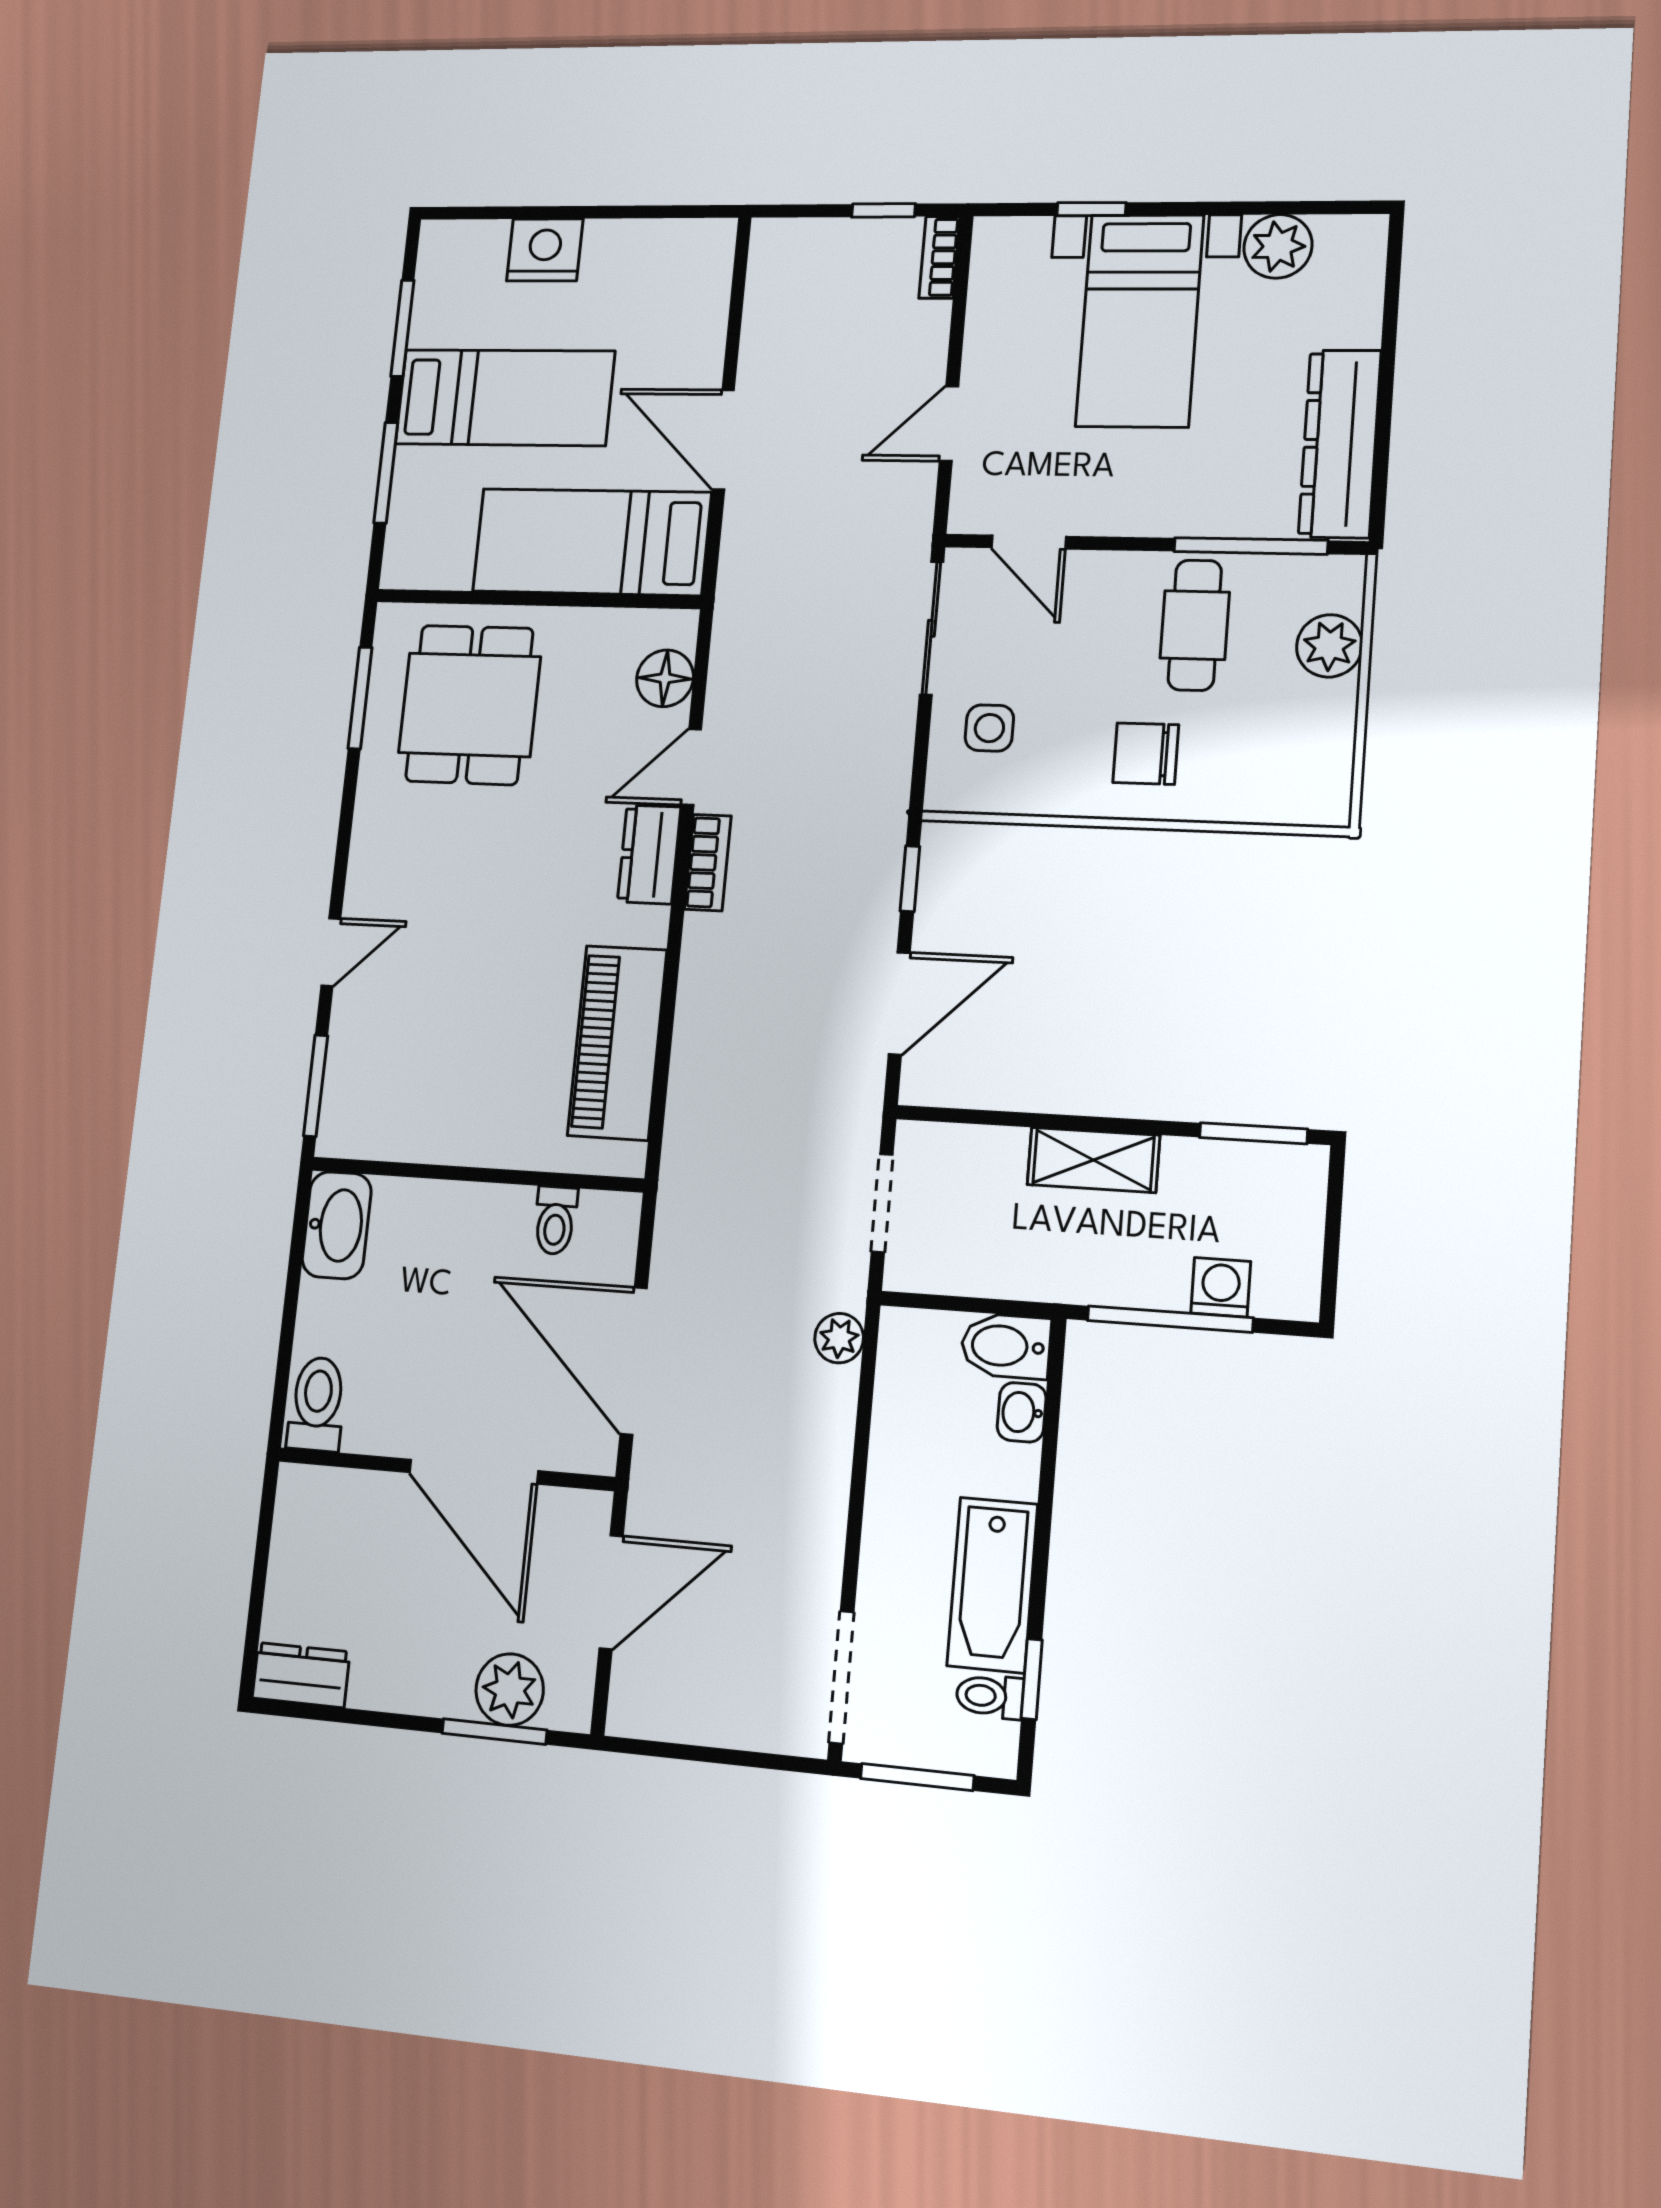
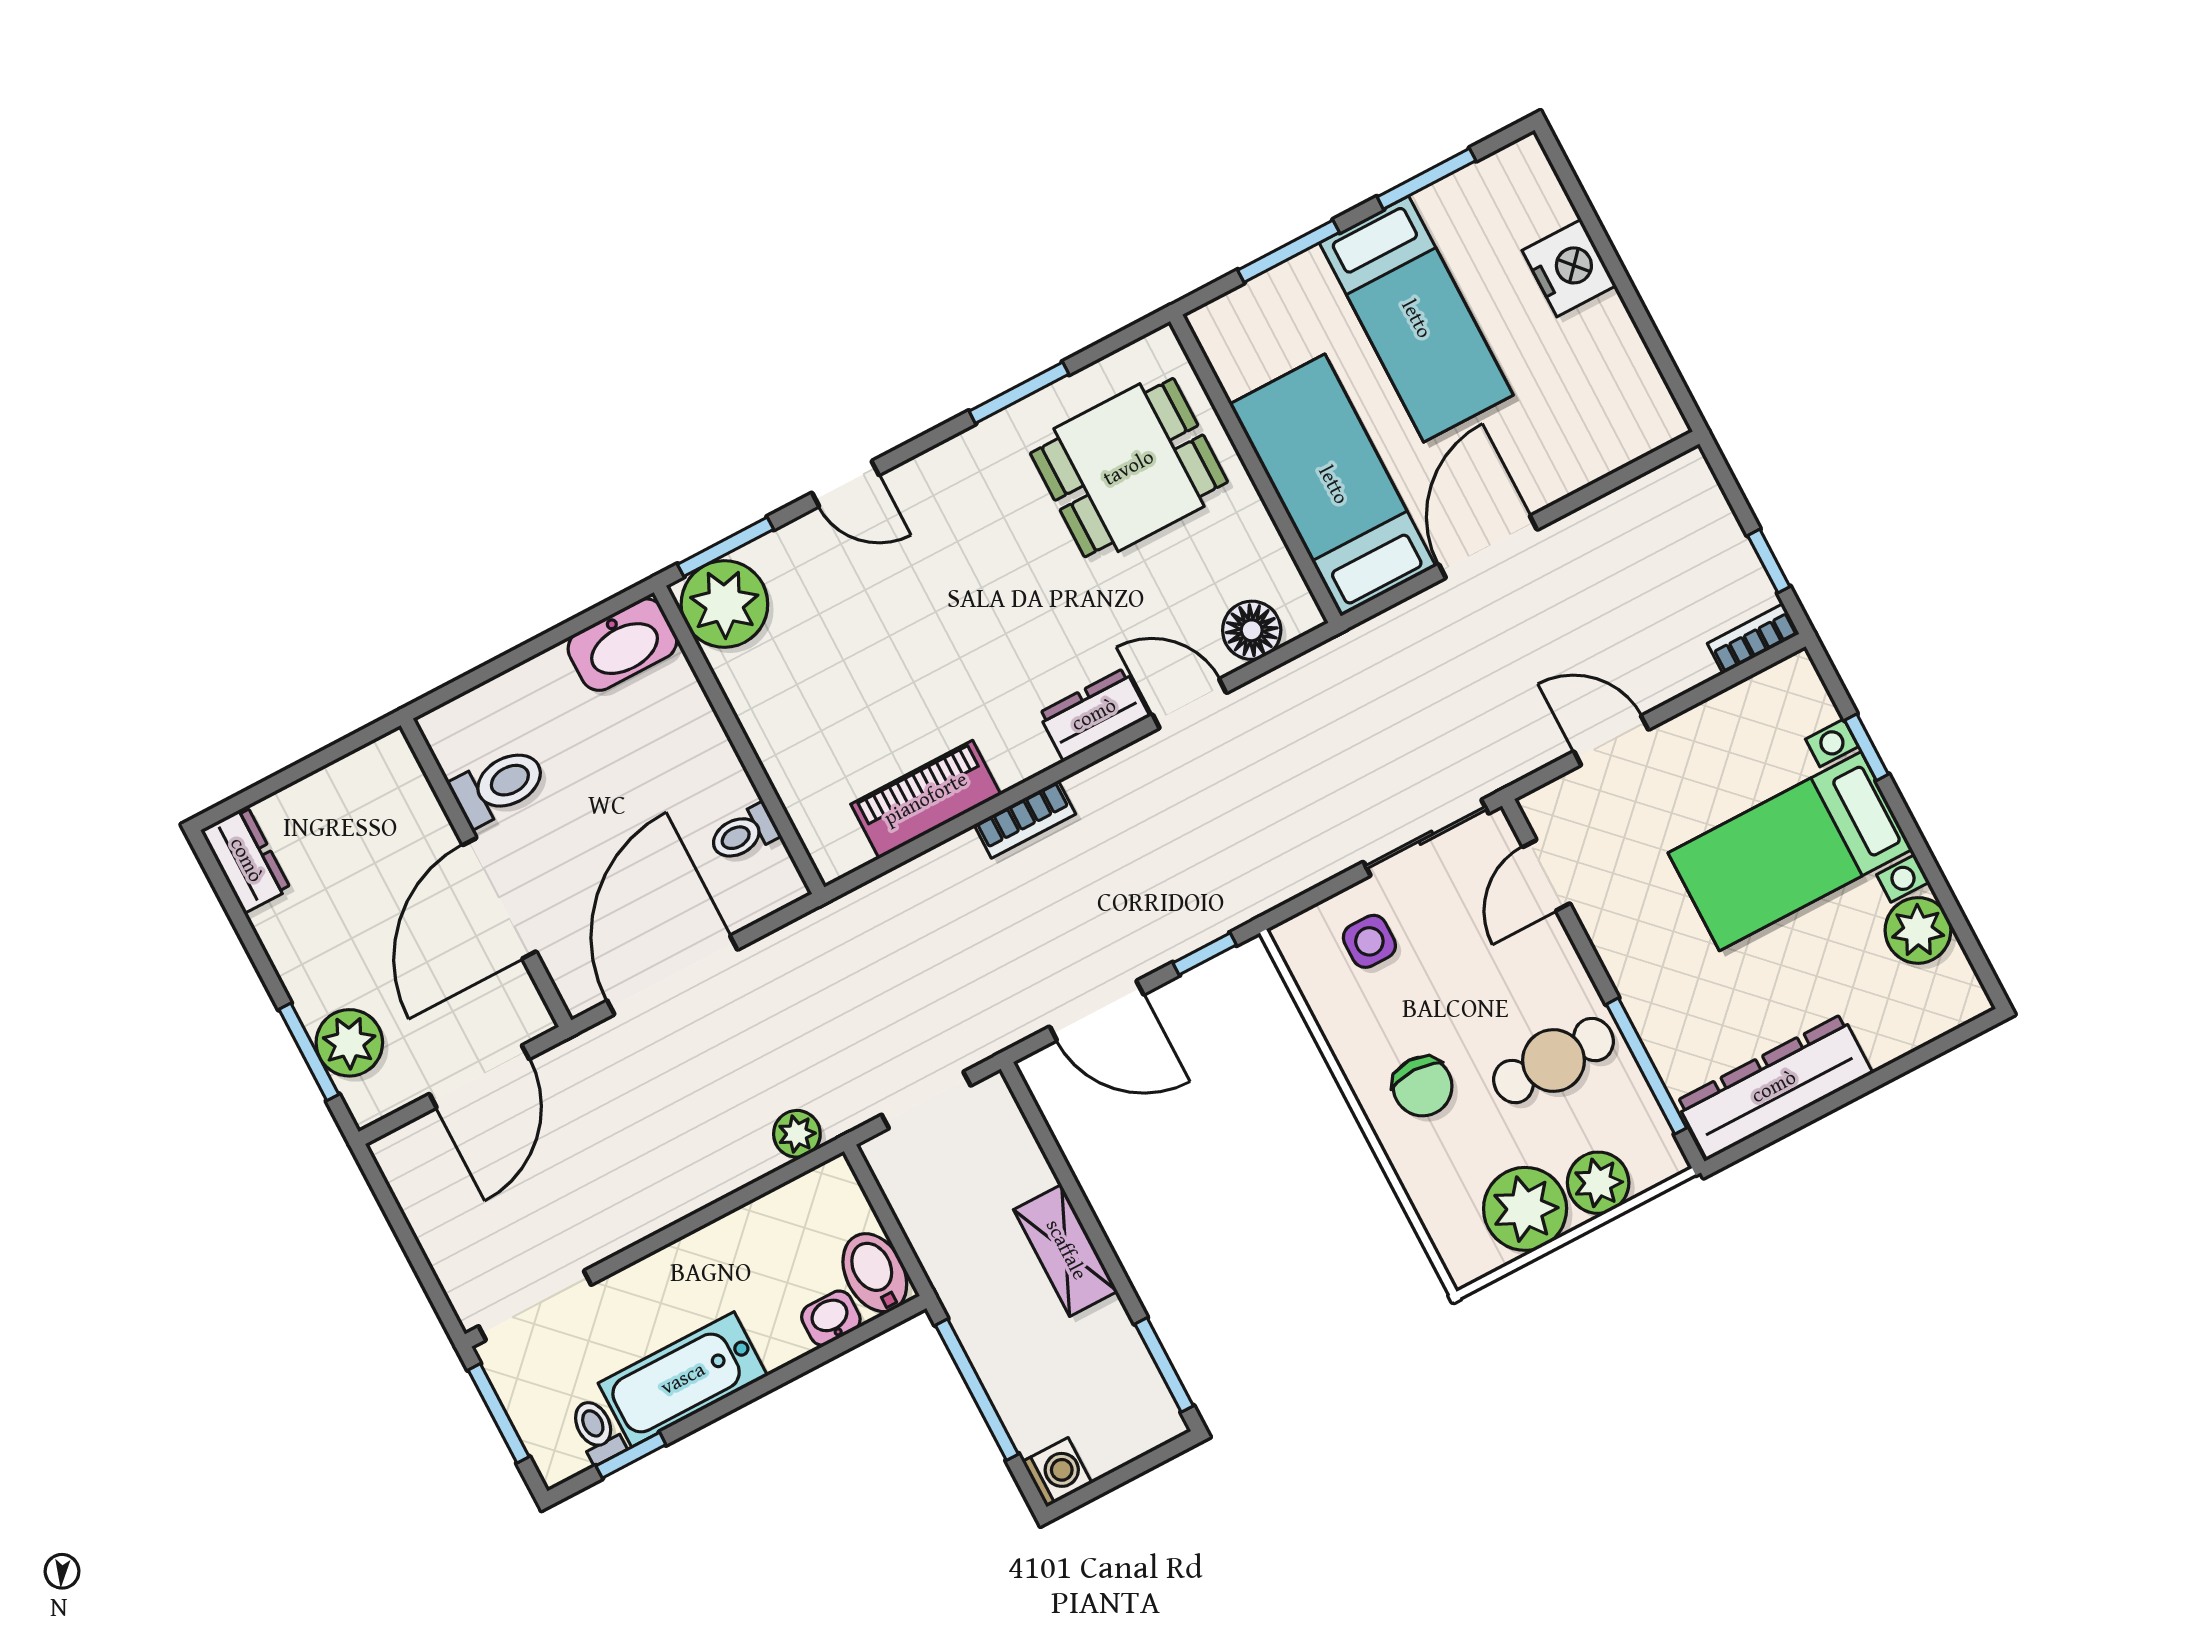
window: (360, 698) -> (1019, 393), moved
plant: (1313, 724) -> (1525, 1209), added
chair: (1146, 754) -> (1423, 1086), turned 180
bookcase: (708, 863) -> (1025, 819), moved
piano: (617, 1043) -> (926, 799), width x0.73, depth x0.75
plant: (360, 1116) -> (724, 604), added
washing machine: (1221, 1287) -> (1057, 1472), moved
toilet: (317, 1404) -> (499, 786), moved
door: (611, 1592) -> (479, 1076), hinge flipped

